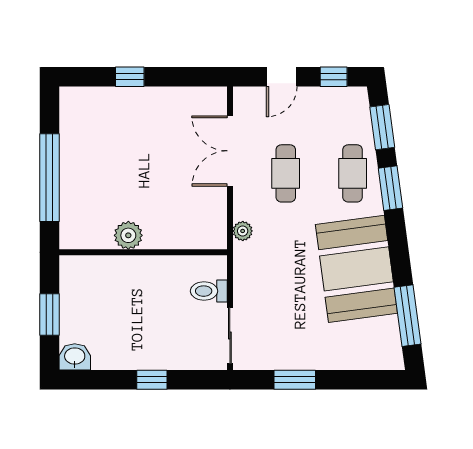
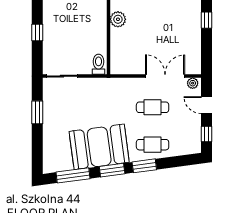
window: (382, 127) -> (112, 170), moved
plant: (243, 231) -> (193, 83), moved
toilet: (209, 291) -> (99, 64), moved

